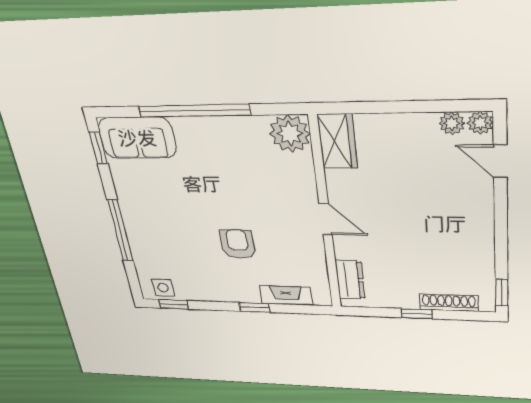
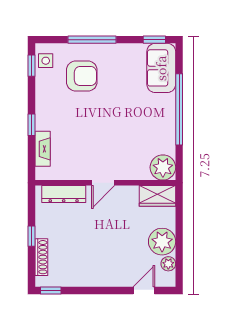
plant: (480, 123) -> (162, 242), moved, width x1.88, depth x1.88
armchair: (238, 244) -> (82, 76), moved, width x1.38, depth x1.38
dresser: (350, 280) -> (64, 194), width x1.44

